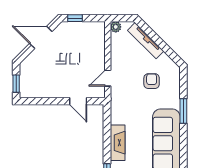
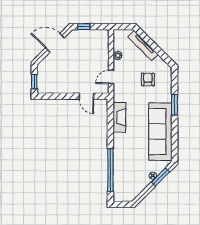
plant: (116, 27) -> (118, 55), moved
fireplace: (118, 143) -> (119, 117), moved

